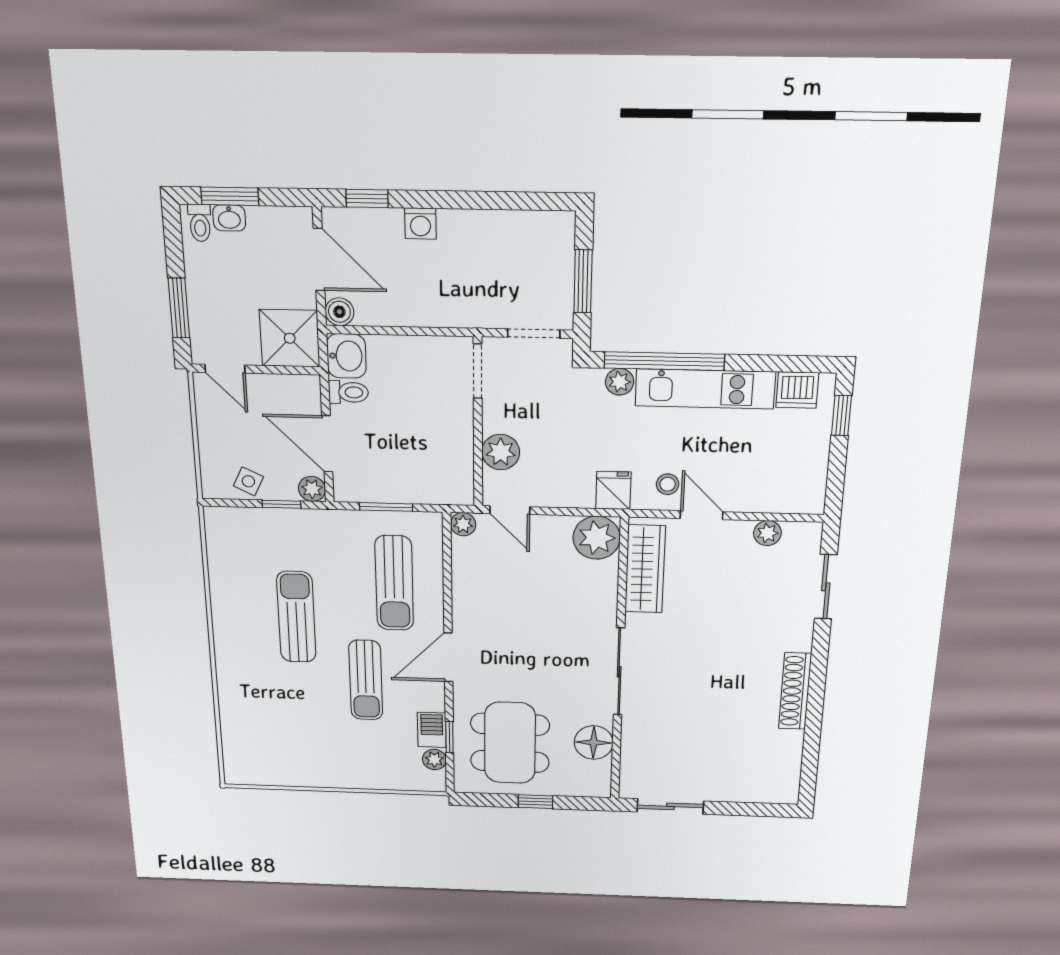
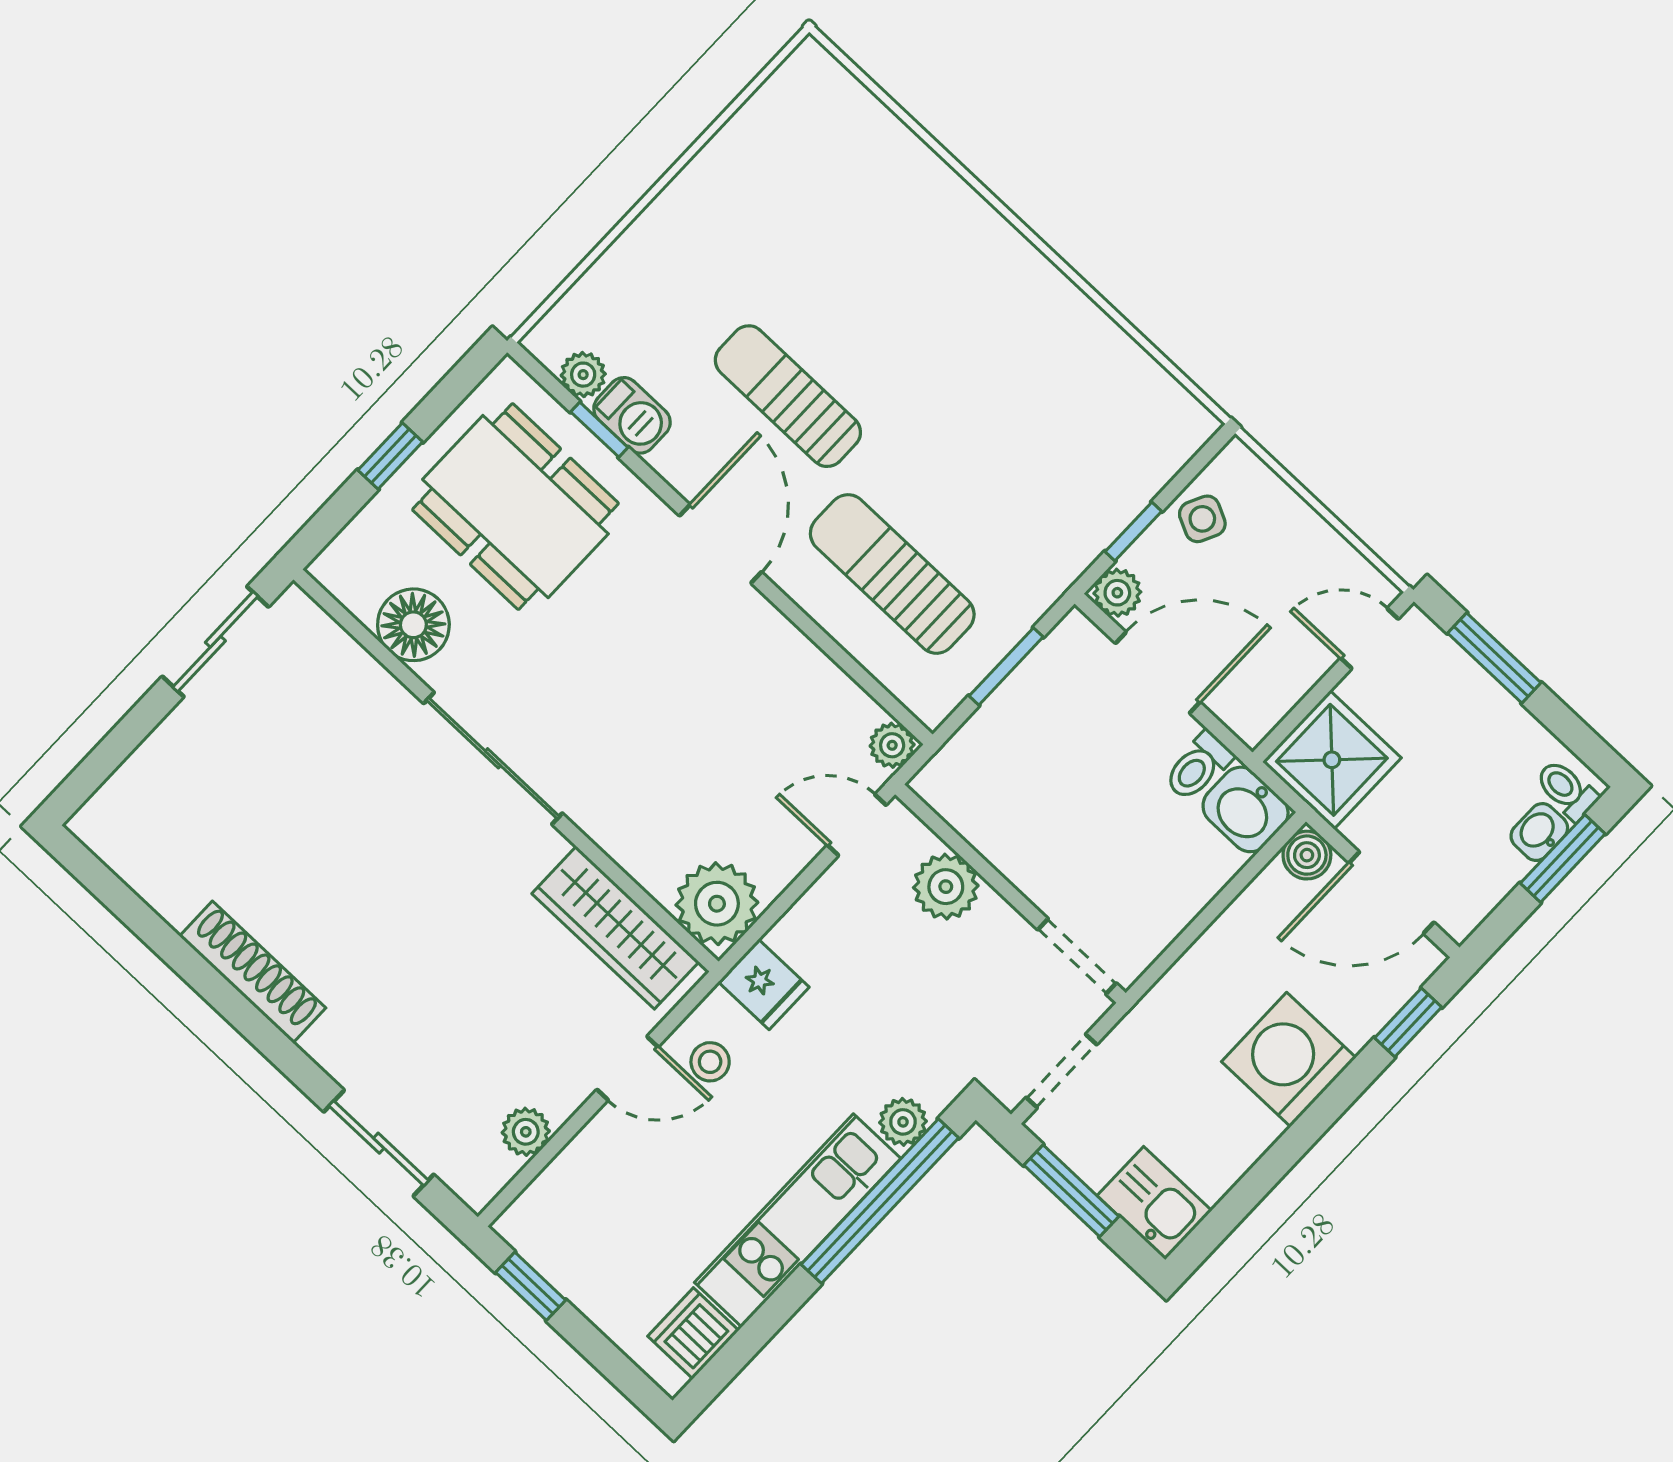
washing machine: (420, 224) -> (1289, 1060), width x1.89, depth x1.89
kitchen sink: (555, 239) -> (1154, 1203), added
window: (841, 415) -> (531, 1286), moved
sun lounger: (296, 617) -> (963, 392), removed

